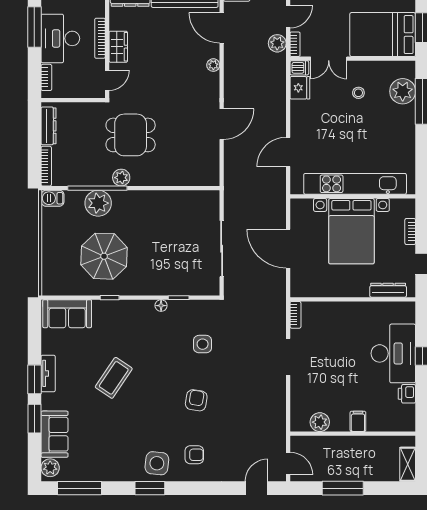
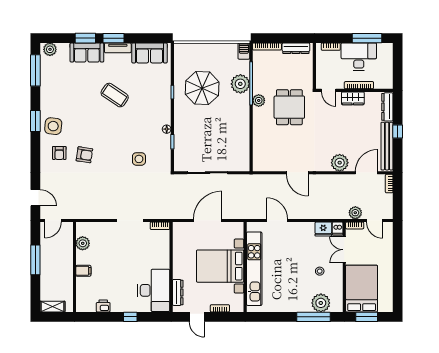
plant: (213, 65) -> (340, 163), width x1.88, depth x1.88
sofa: (67, 314) -> (149, 53), moved, turned -90
desk: (393, 353) -> (154, 290), moved, turned -90
armchair: (196, 400) -> (84, 155), moved
sofa: (55, 434) -> (87, 52), moved

